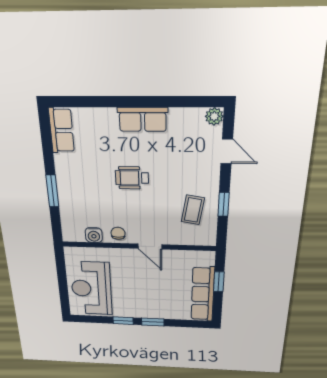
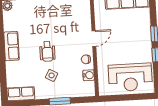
side table: (93, 182) -> (52, 75), added
coffee table: (193, 210) -> (66, 13), removed

